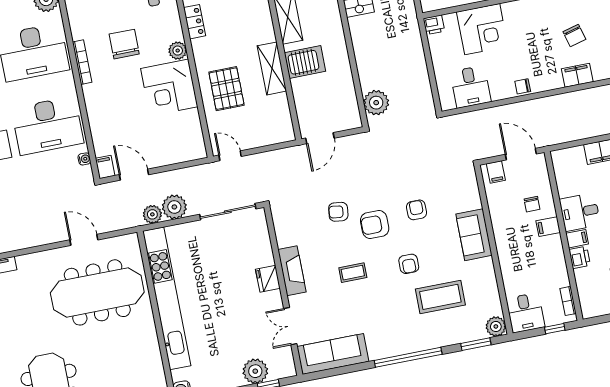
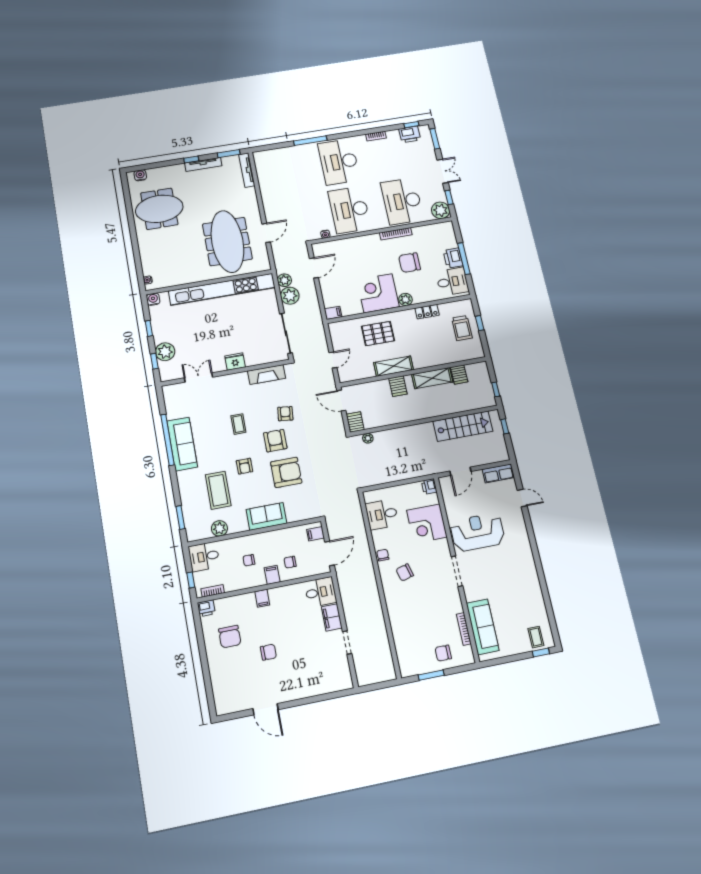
chair: (574, 36) -> (405, 572), moved
chair: (124, 44) -> (409, 263), turned 180
server rack: (305, 62) -> (398, 386), width x0.73, depth x0.70
filing cabinet: (577, 75) -> (392, 598), removed
plant: (376, 103) -> (368, 438), width x0.53, depth x0.53
server rack: (349, 120) -> (355, 422), added
door: (230, 156) -> (333, 360), moved
filing cabinet: (105, 167) -> (333, 313), moved
armchair: (417, 210) -> (286, 472), width x1.88, depth x1.88
desk: (580, 212) -> (321, 592), moved, turned 90
chair: (530, 256) -> (249, 560), added
printer: (580, 257) -> (206, 608), moved
armchair: (409, 264) -> (244, 466), turned -90
fireplace: (292, 271) -> (267, 375), moved
plant: (496, 326) -> (219, 528), moved
sofa: (333, 354) -> (182, 444), moved
window: (408, 357) -> (167, 440), moved

